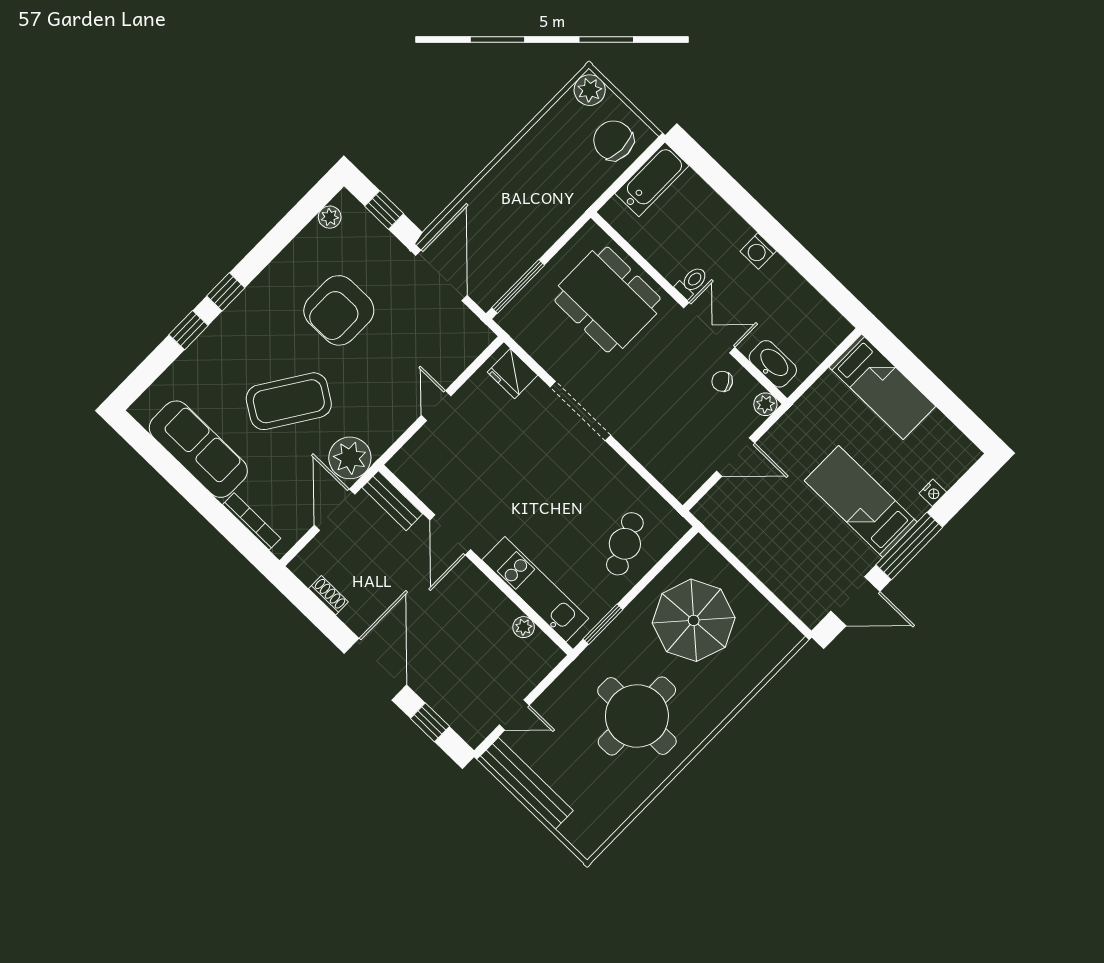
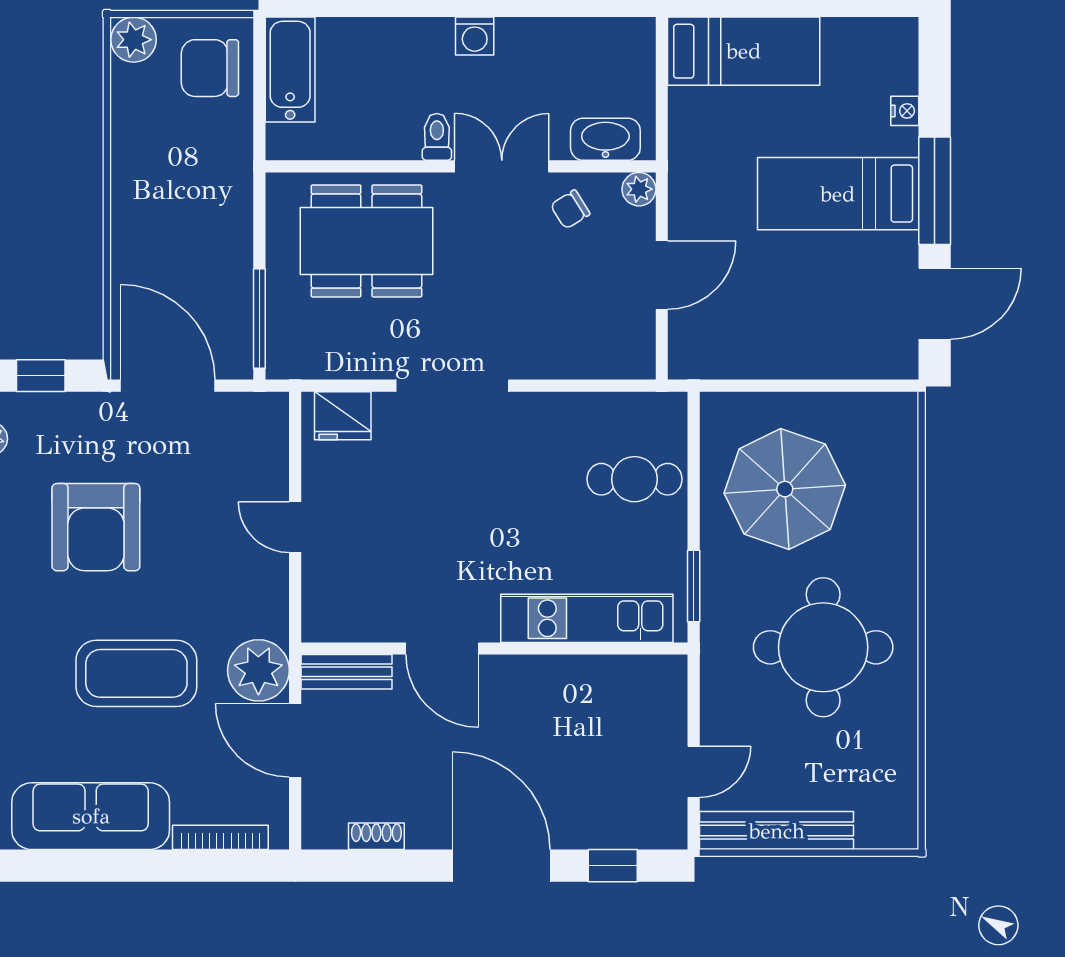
coffee table: (289, 401) -> (136, 673), turned 57
cafe table: (625, 544) -> (634, 479), turned -65
plant: (524, 627) -> (613, 670), removed

